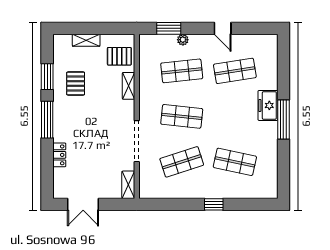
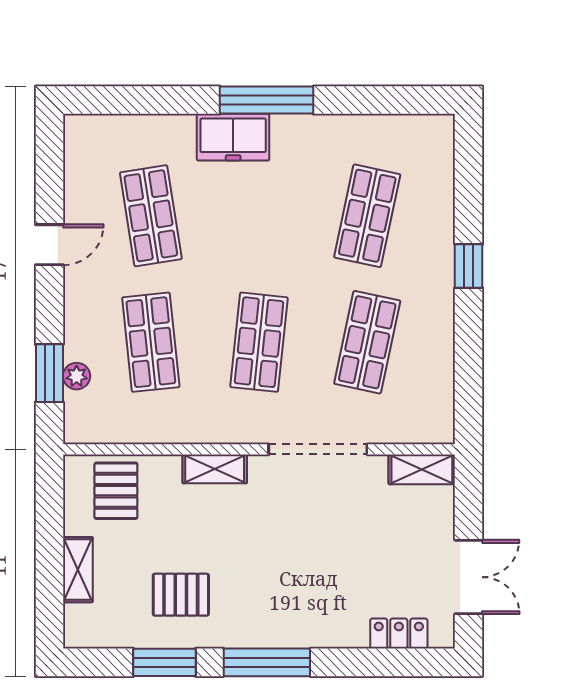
plant: (183, 40) -> (77, 376), moved
shelving: (128, 86) -> (215, 469), moved
locker: (59, 155) -> (399, 634), moved
shop shelf: (182, 162) -> (367, 342), turned 30

